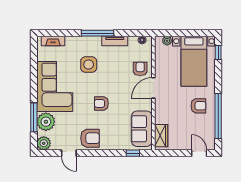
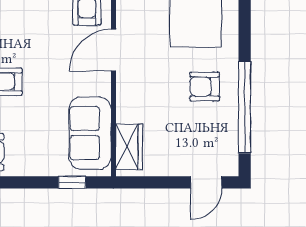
armchair: (198, 106) -> (205, 87), turned 180
door: (199, 153) -> (206, 182), swing flipped

